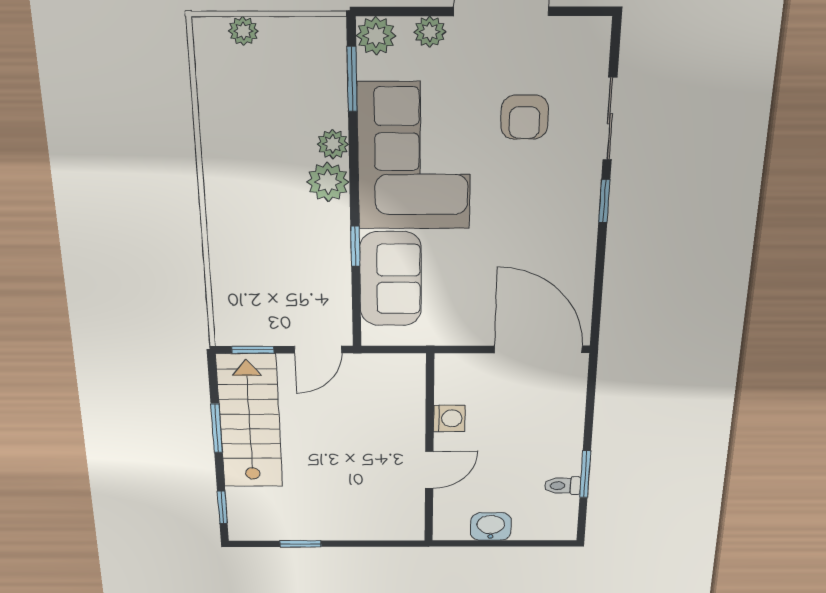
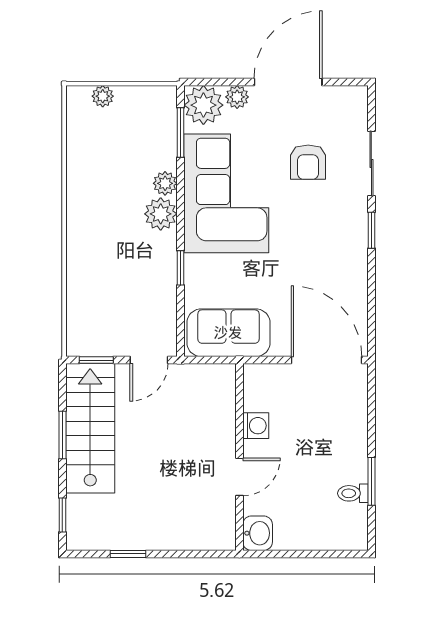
plant: (376, 36) -> (203, 105), width x1.36, depth x1.36
sofa: (391, 279) -> (228, 333), moved, turned -90
washbasin: (491, 526) -> (258, 533), moved, turned 90

